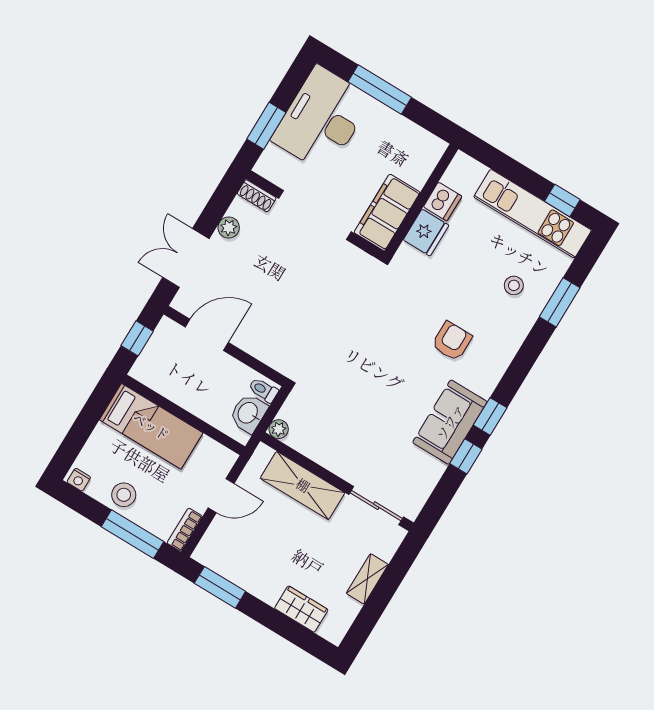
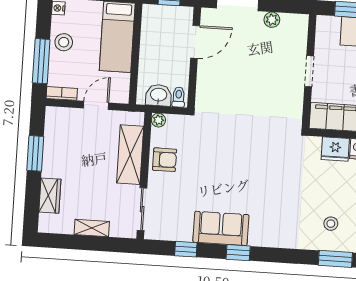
shoe rack: (257, 196) -> (302, 27), removed
doorway: (315, 215) -> (309, 71), width x0.53
door: (207, 335) -> (195, 42), hinge flipped
armchair: (452, 341) -> (165, 160), moved
window: (466, 456) -> (186, 249), moved
door: (221, 496) -> (96, 105), swing flipped
window: (220, 587) -> (35, 153), moved

